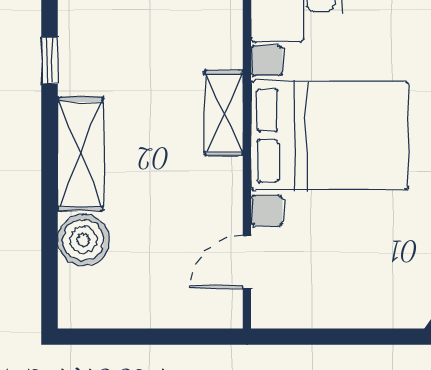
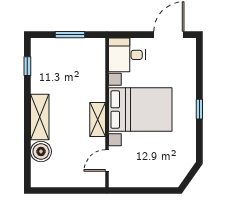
window: (49, 60) -> (27, 66), moved
shelving: (224, 113) -> (98, 119), moved

